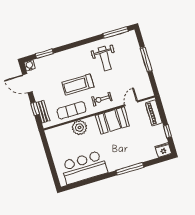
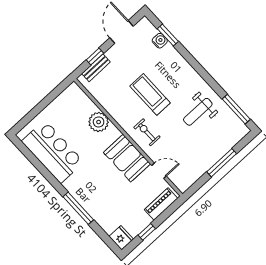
water cooler: (30, 66) -> (160, 41), moved
exercise mat: (71, 110) -> (115, 102), removed

